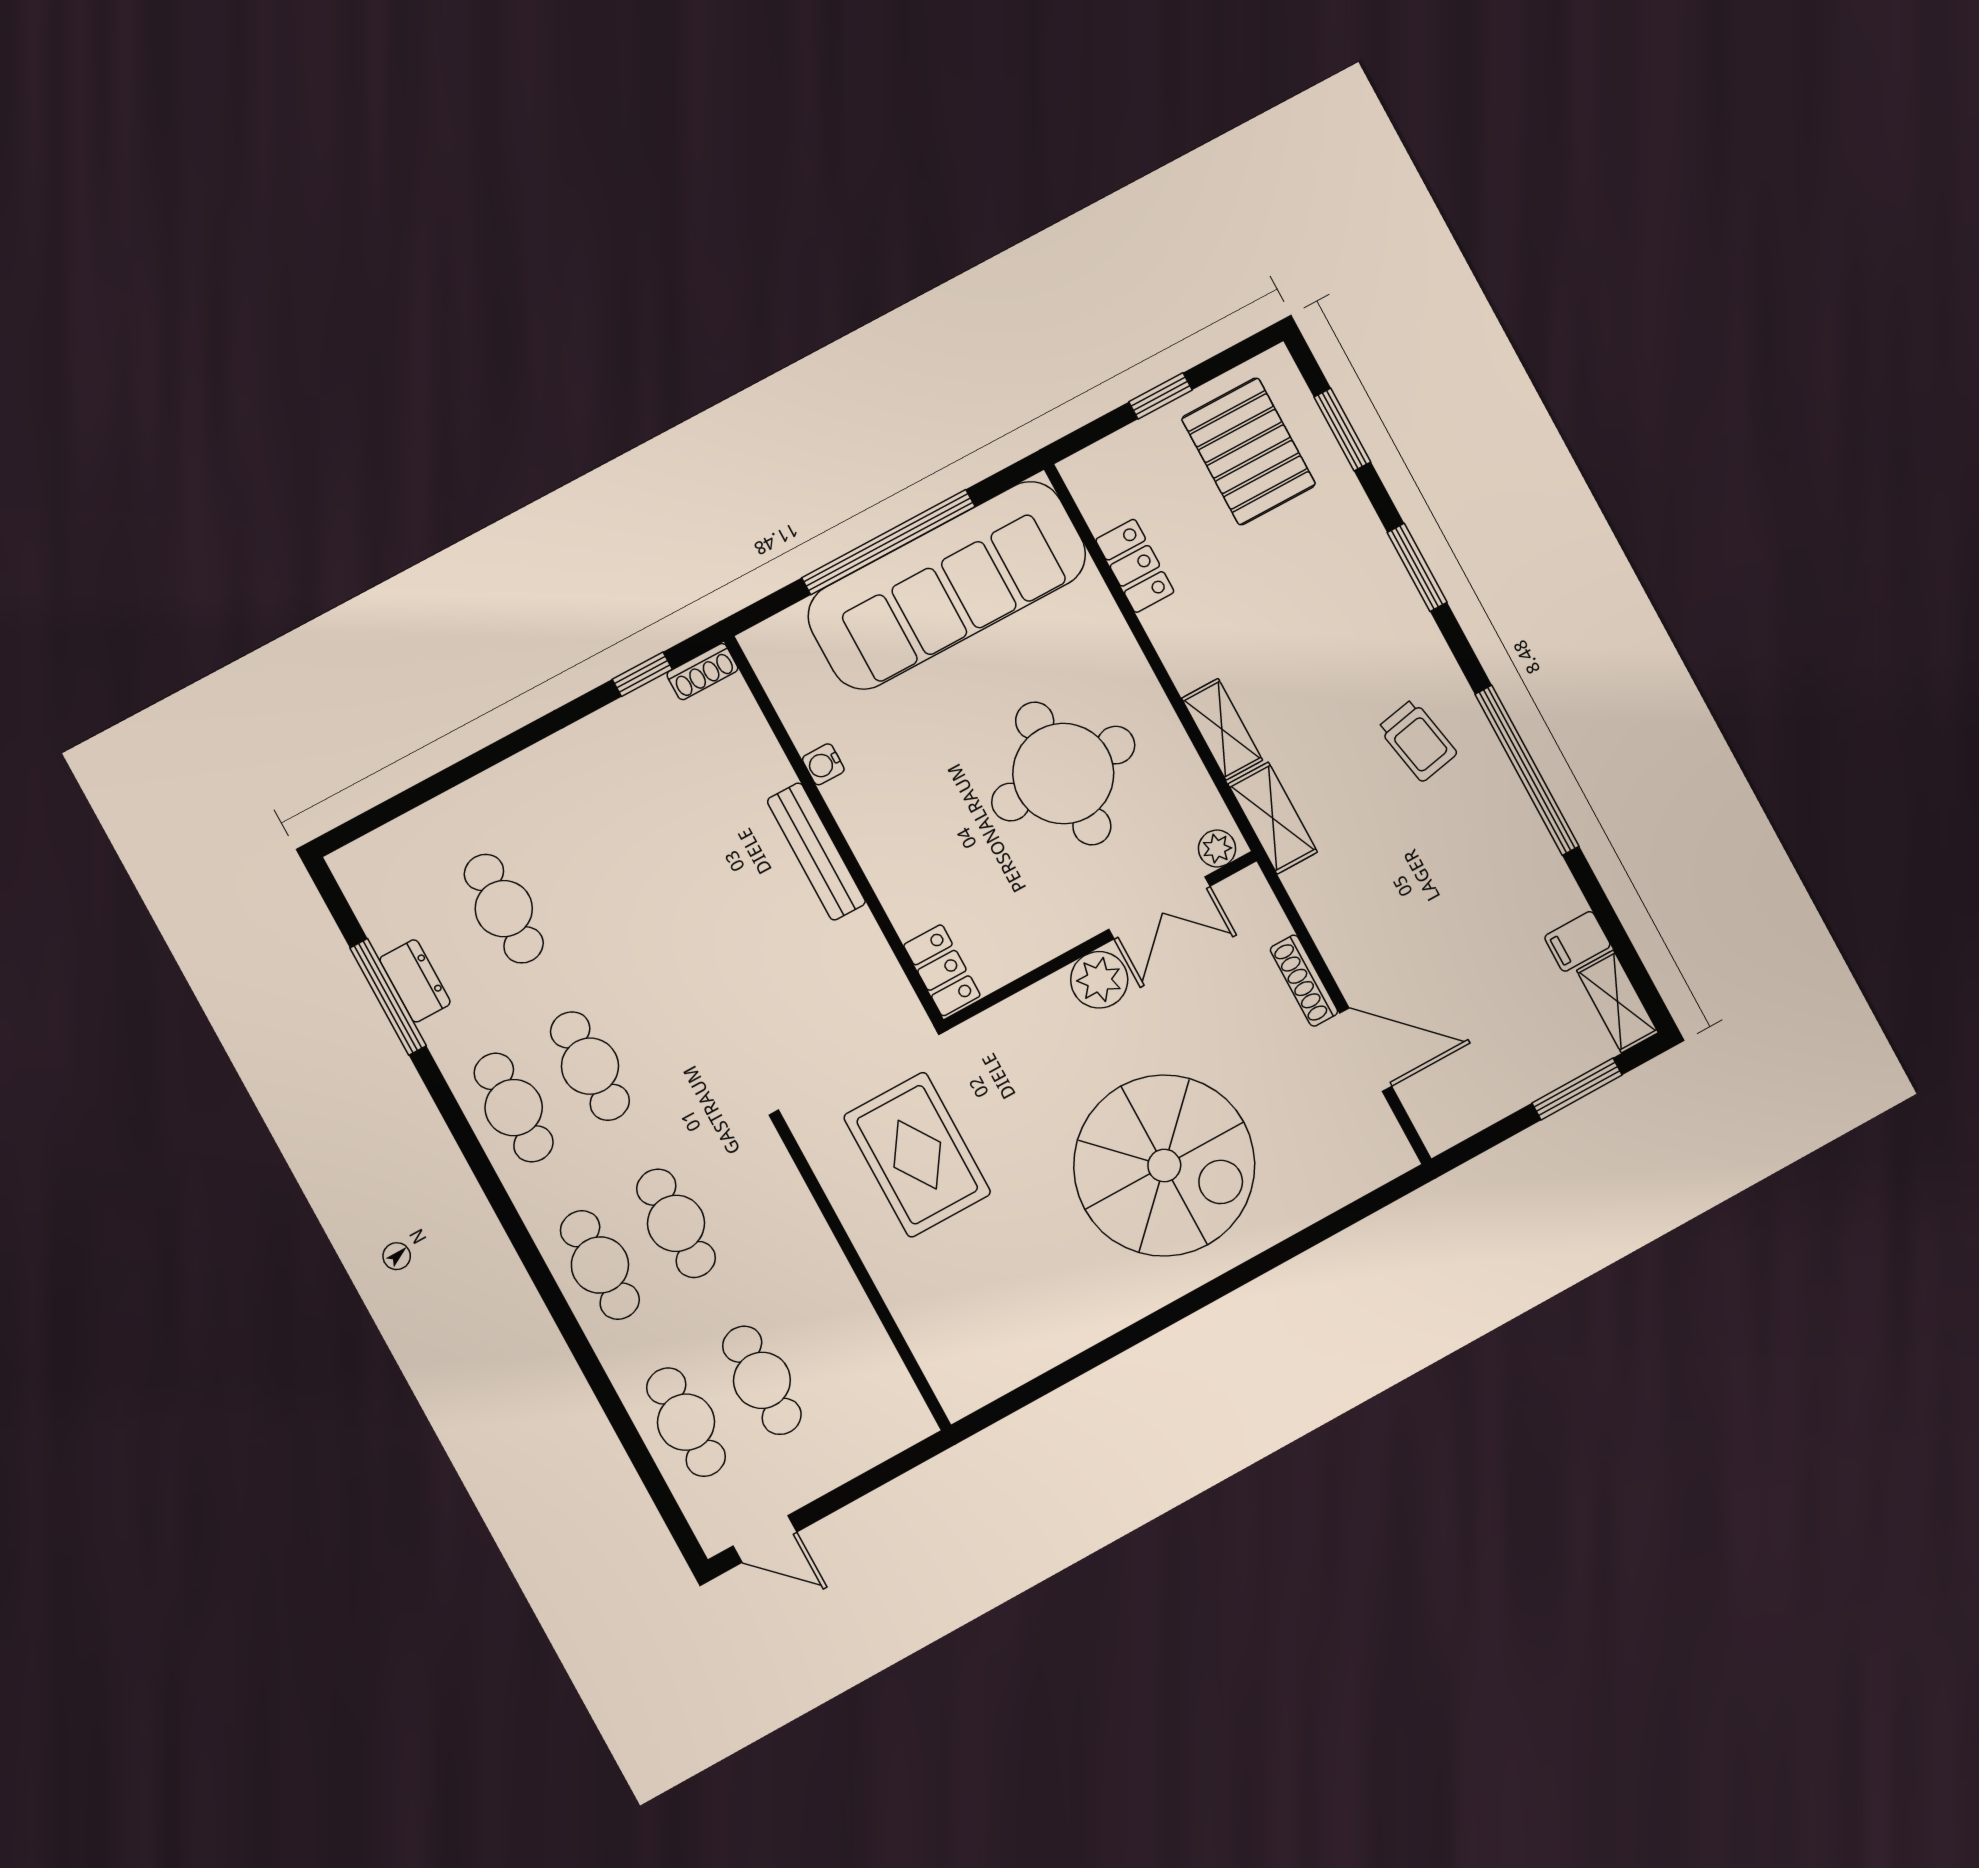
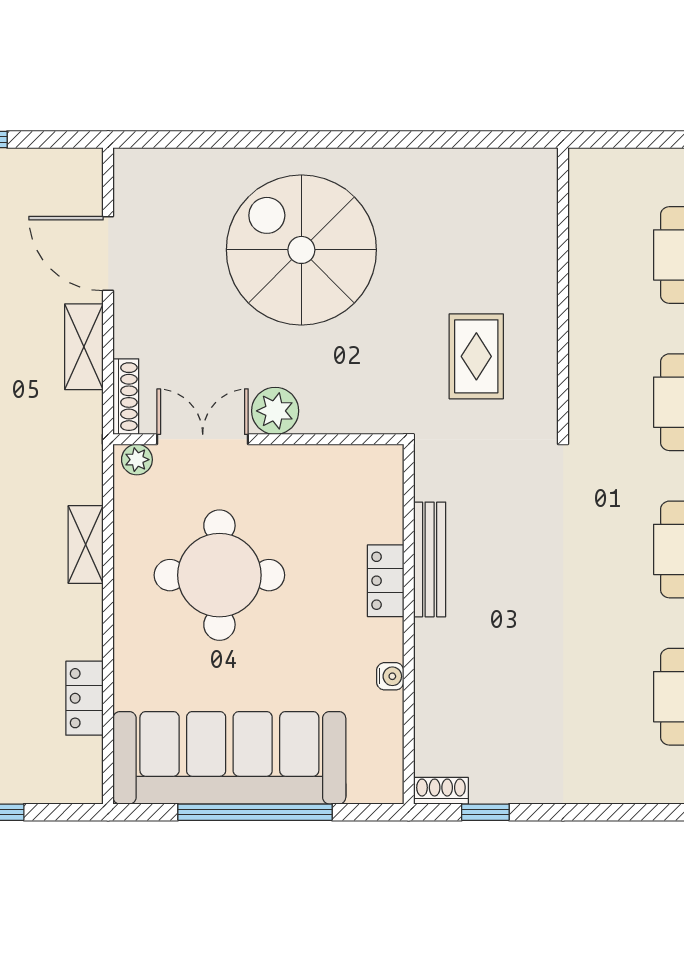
shelving: (1273, 818) -> (84, 347), moved
bench: (816, 852) -> (430, 559), moved
locker: (942, 970) -> (386, 581), moved
shoe rack: (1304, 981) -> (126, 397), moved
rug: (917, 1155) -> (476, 356), width x0.73, depth x0.70

